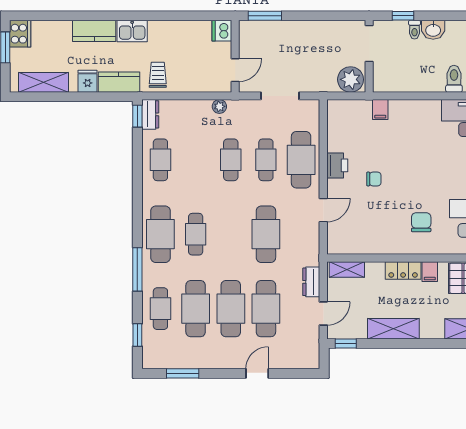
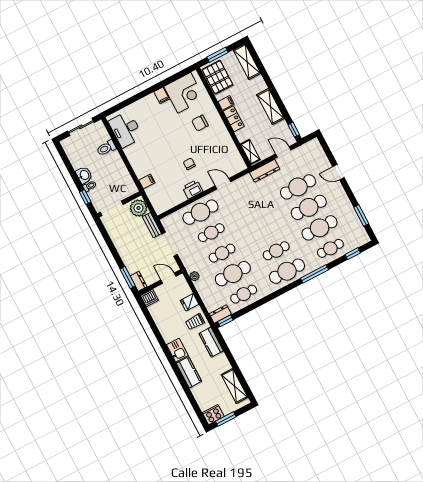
dresser: (252, 28) -> (139, 281), added
fridge: (88, 81) -> (189, 302), moved
bench: (318, 85) -> (152, 225), added
cafe table: (266, 234) -> (233, 274), moved
dresser: (311, 282) -> (265, 171), width x1.44

